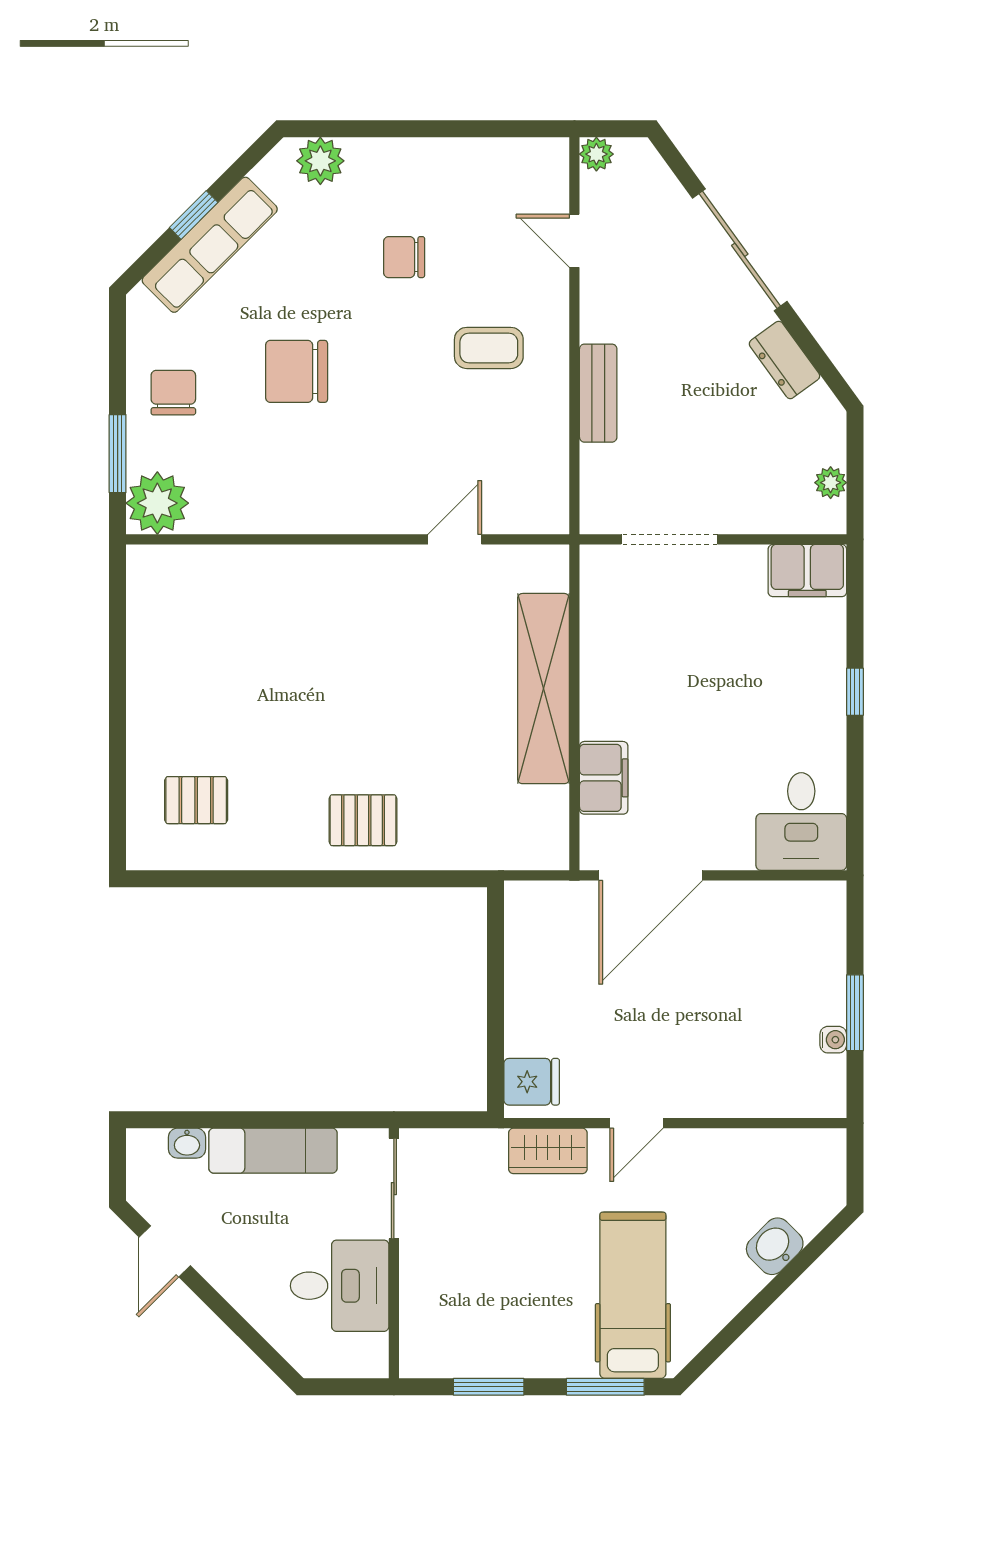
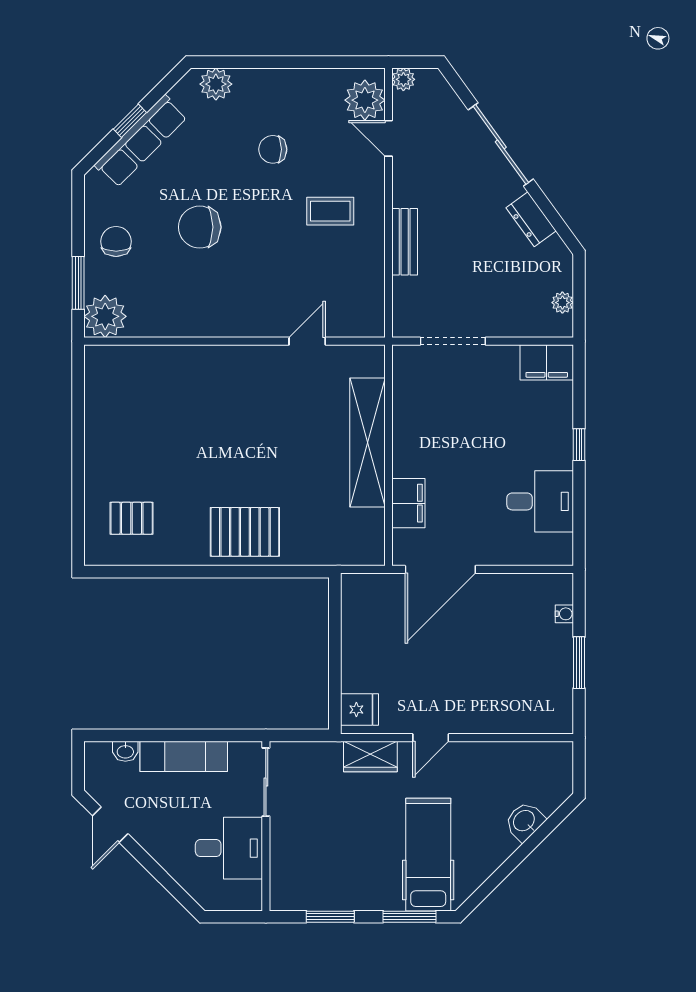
plant: (540, 184) -> (365, 100), added
pallet: (363, 820) -> (245, 532), width x1.50, depth x1.42
desk: (801, 821) -> (540, 501), moved, turned -90
water cooler: (833, 1040) -> (564, 614), moved

